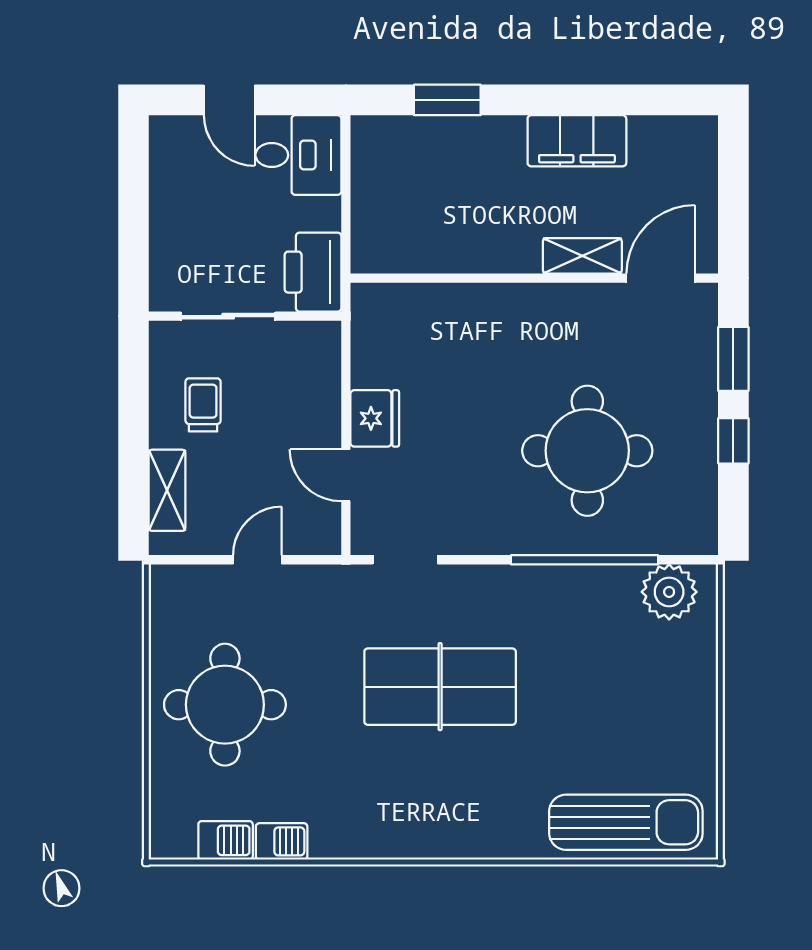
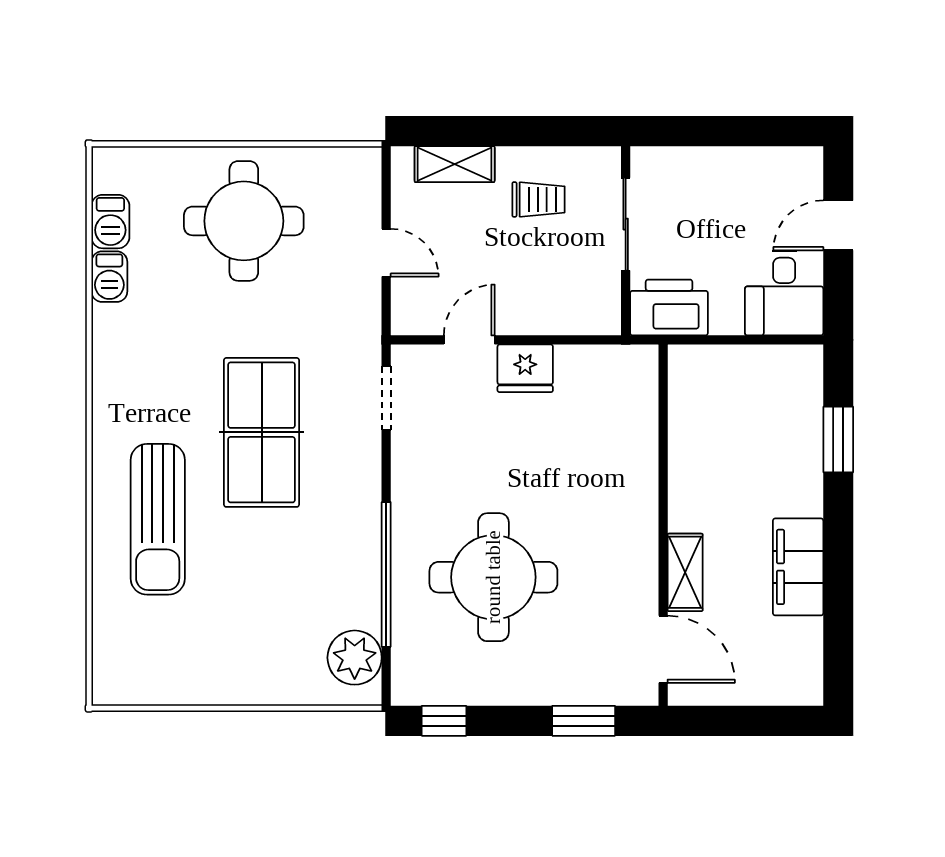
window: (733, 441) -> (444, 721), moved
sun lounger: (626, 822) -> (158, 519), moved

